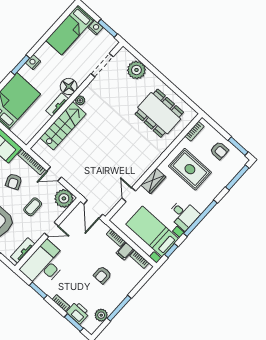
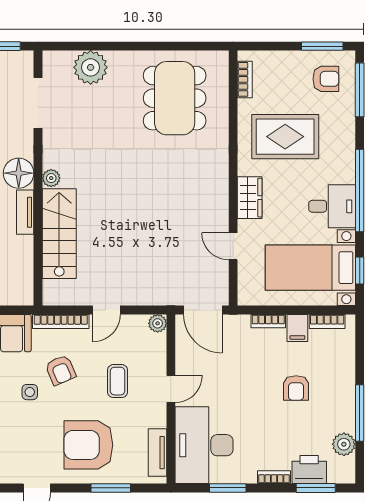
dining table: (159, 113) -> (175, 98), turned 90
armchair: (219, 151) -> (326, 79), moved
plant: (64, 198) -> (158, 323), width x0.53, depth x0.53

